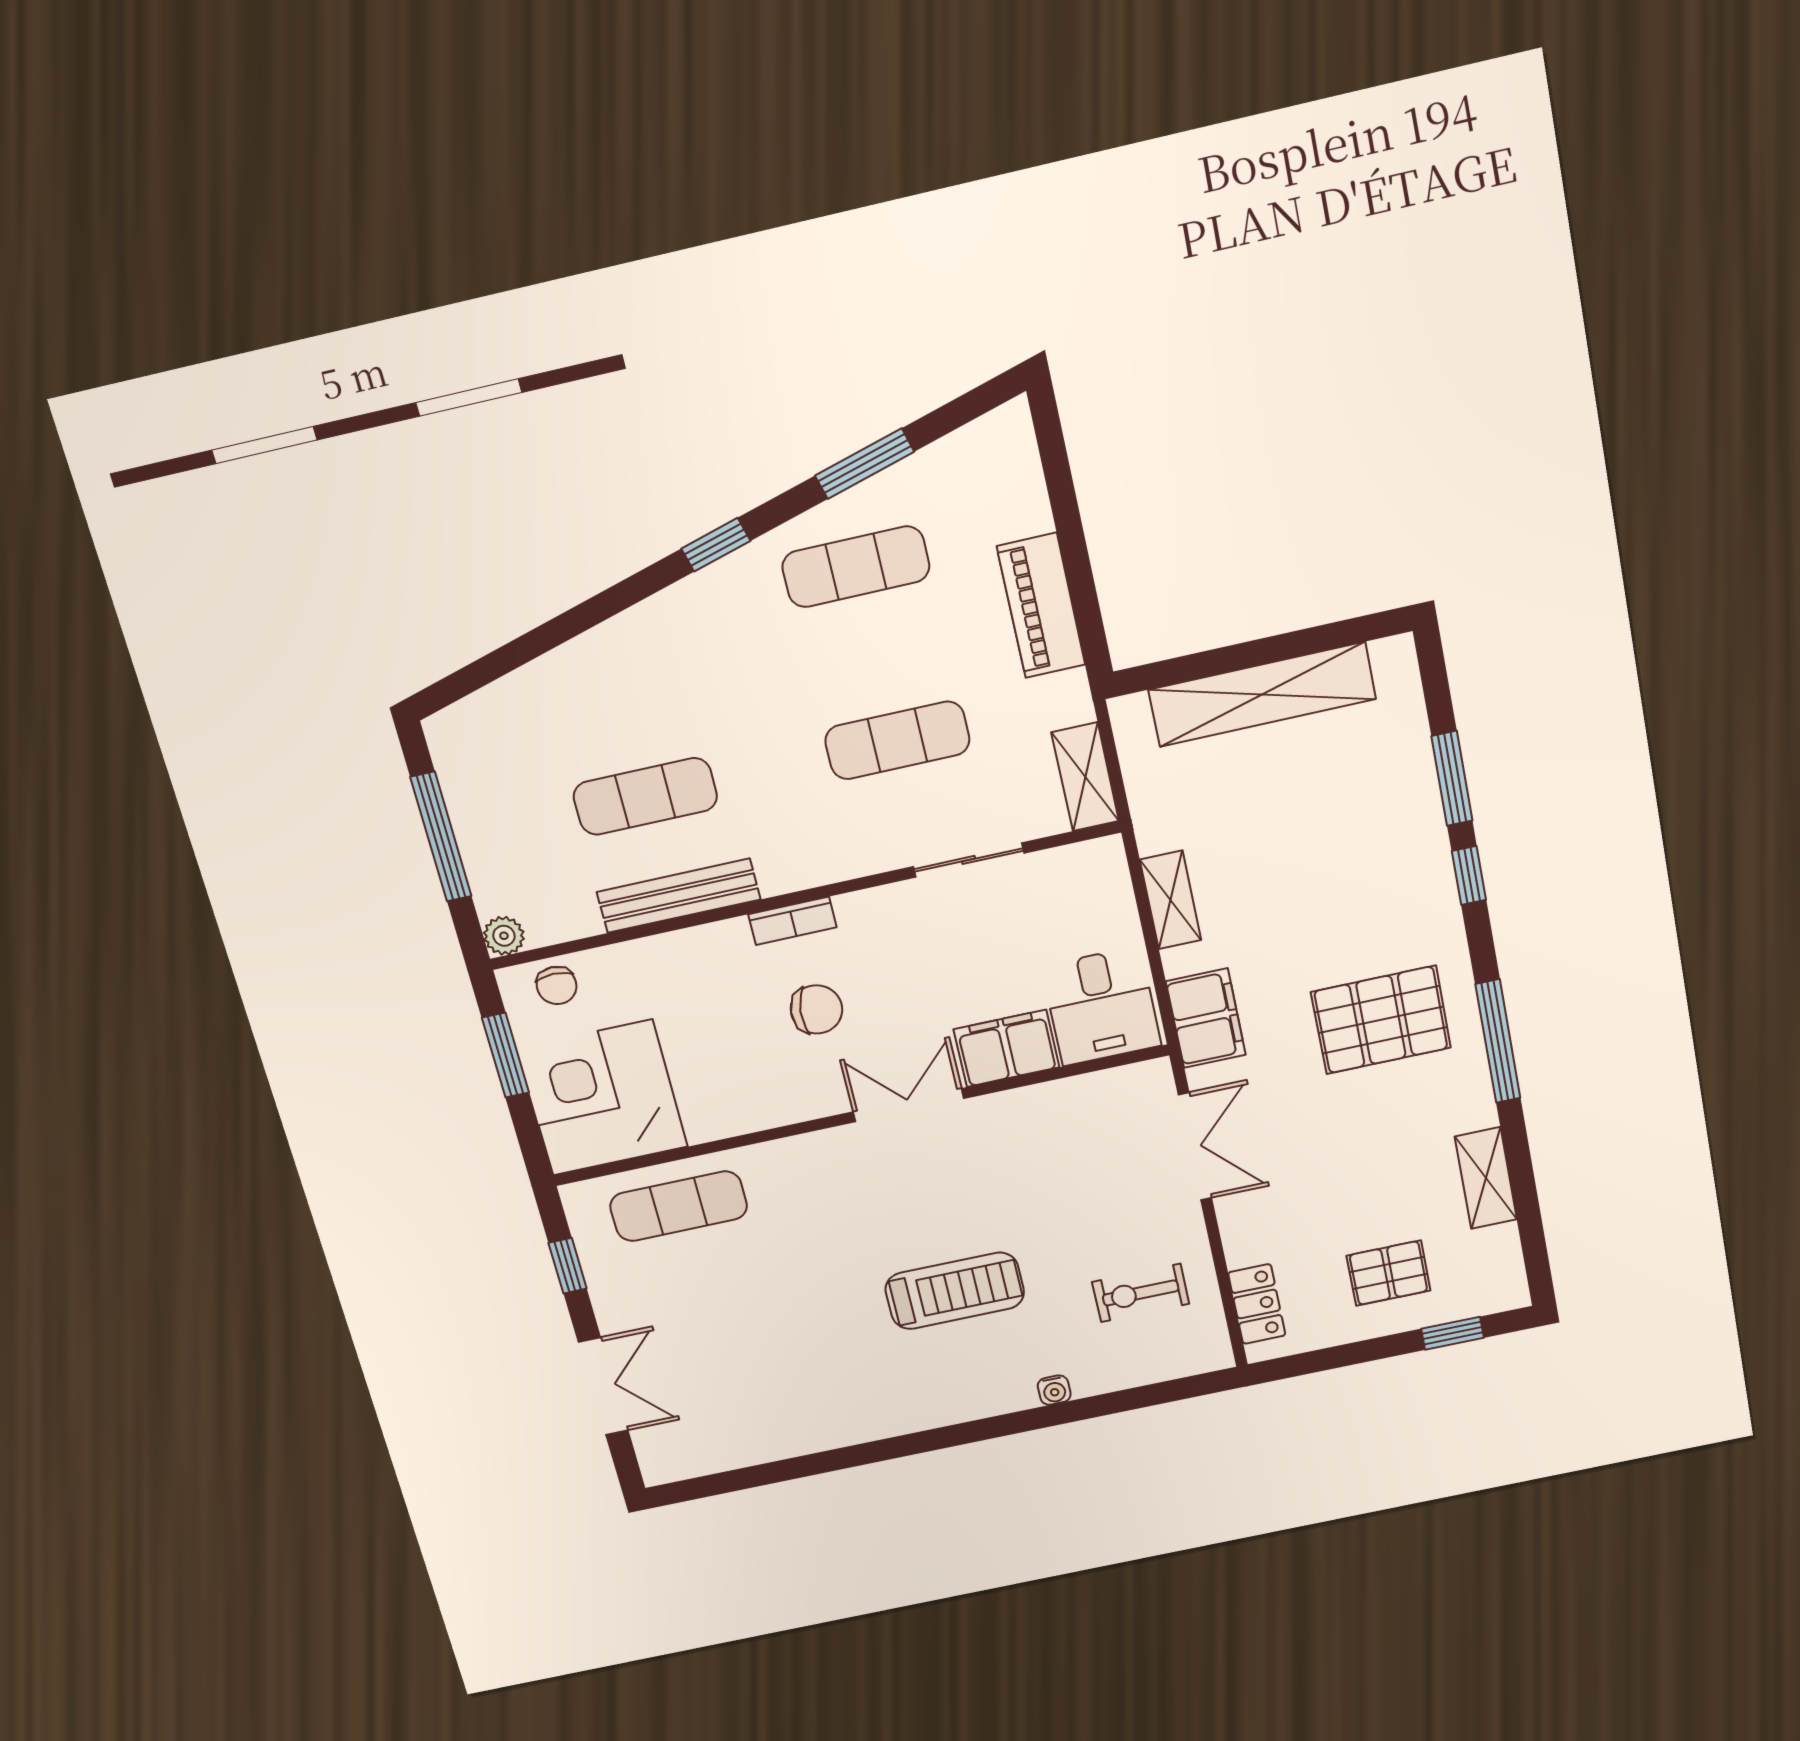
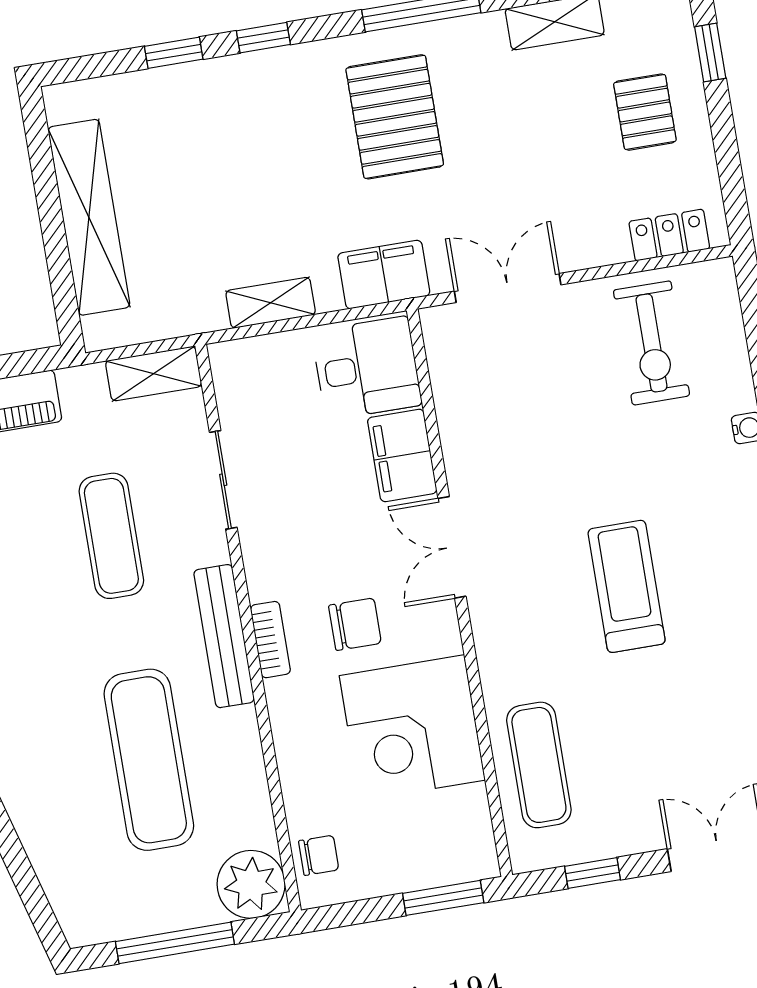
window: (1452, 778) -> (174, 53), width x0.67
exercise mat: (645, 796) -> (149, 760), width x1.36, depth x1.45
bench: (679, 896) -> (224, 636), moved
plant: (504, 936) -> (251, 884), width x1.88, depth x1.88
chair: (816, 1009) -> (355, 624), turned 84
window: (505, 1055) -> (443, 898), moved
corner desk: (602, 1098) -> (412, 728), moved
treadmill: (955, 1291) -> (627, 586), moved
exercise bike: (1141, 1293) -> (652, 343), width x1.38, depth x1.39

